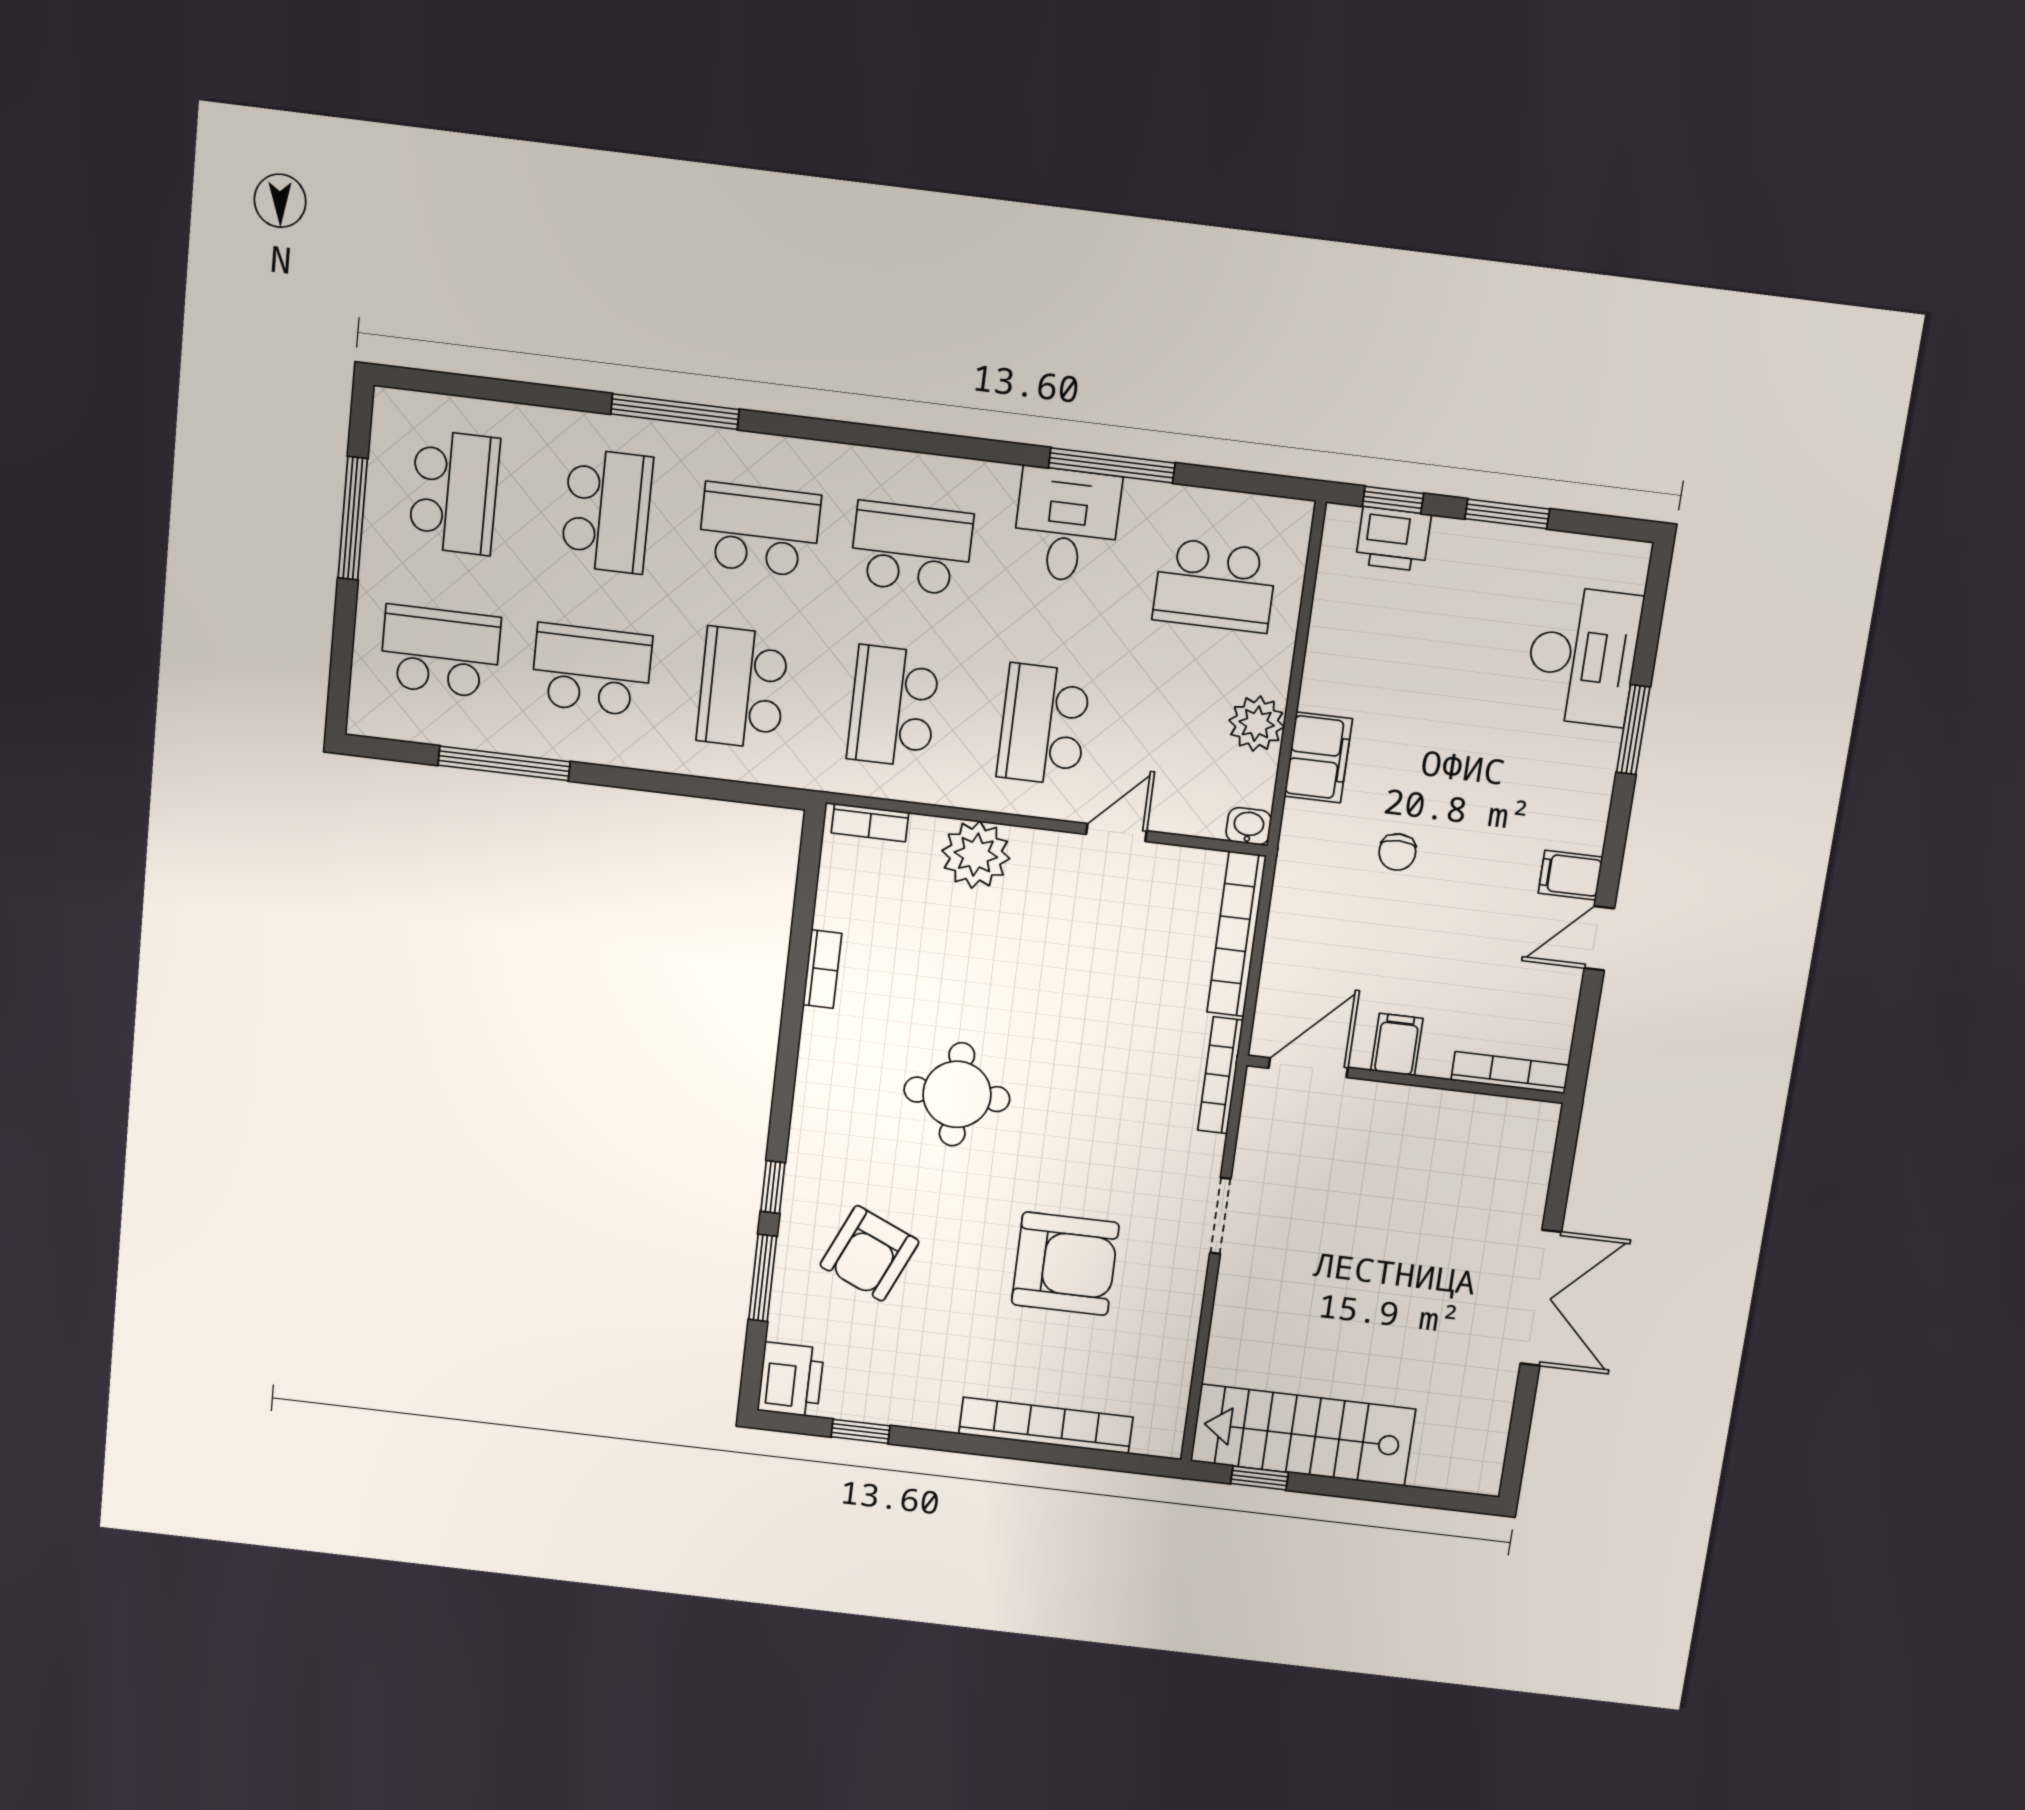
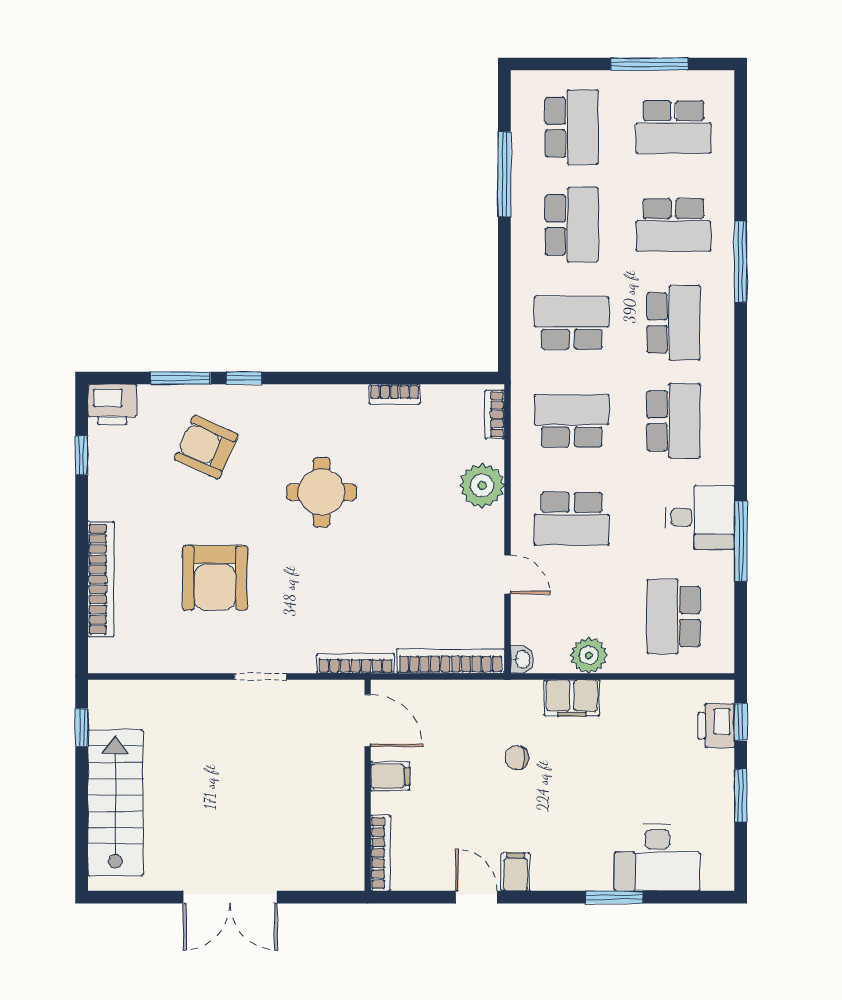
school desk: (1044, 725) -> (572, 519), turned 180
stairs: (1303, 1435) -> (115, 803), moved

